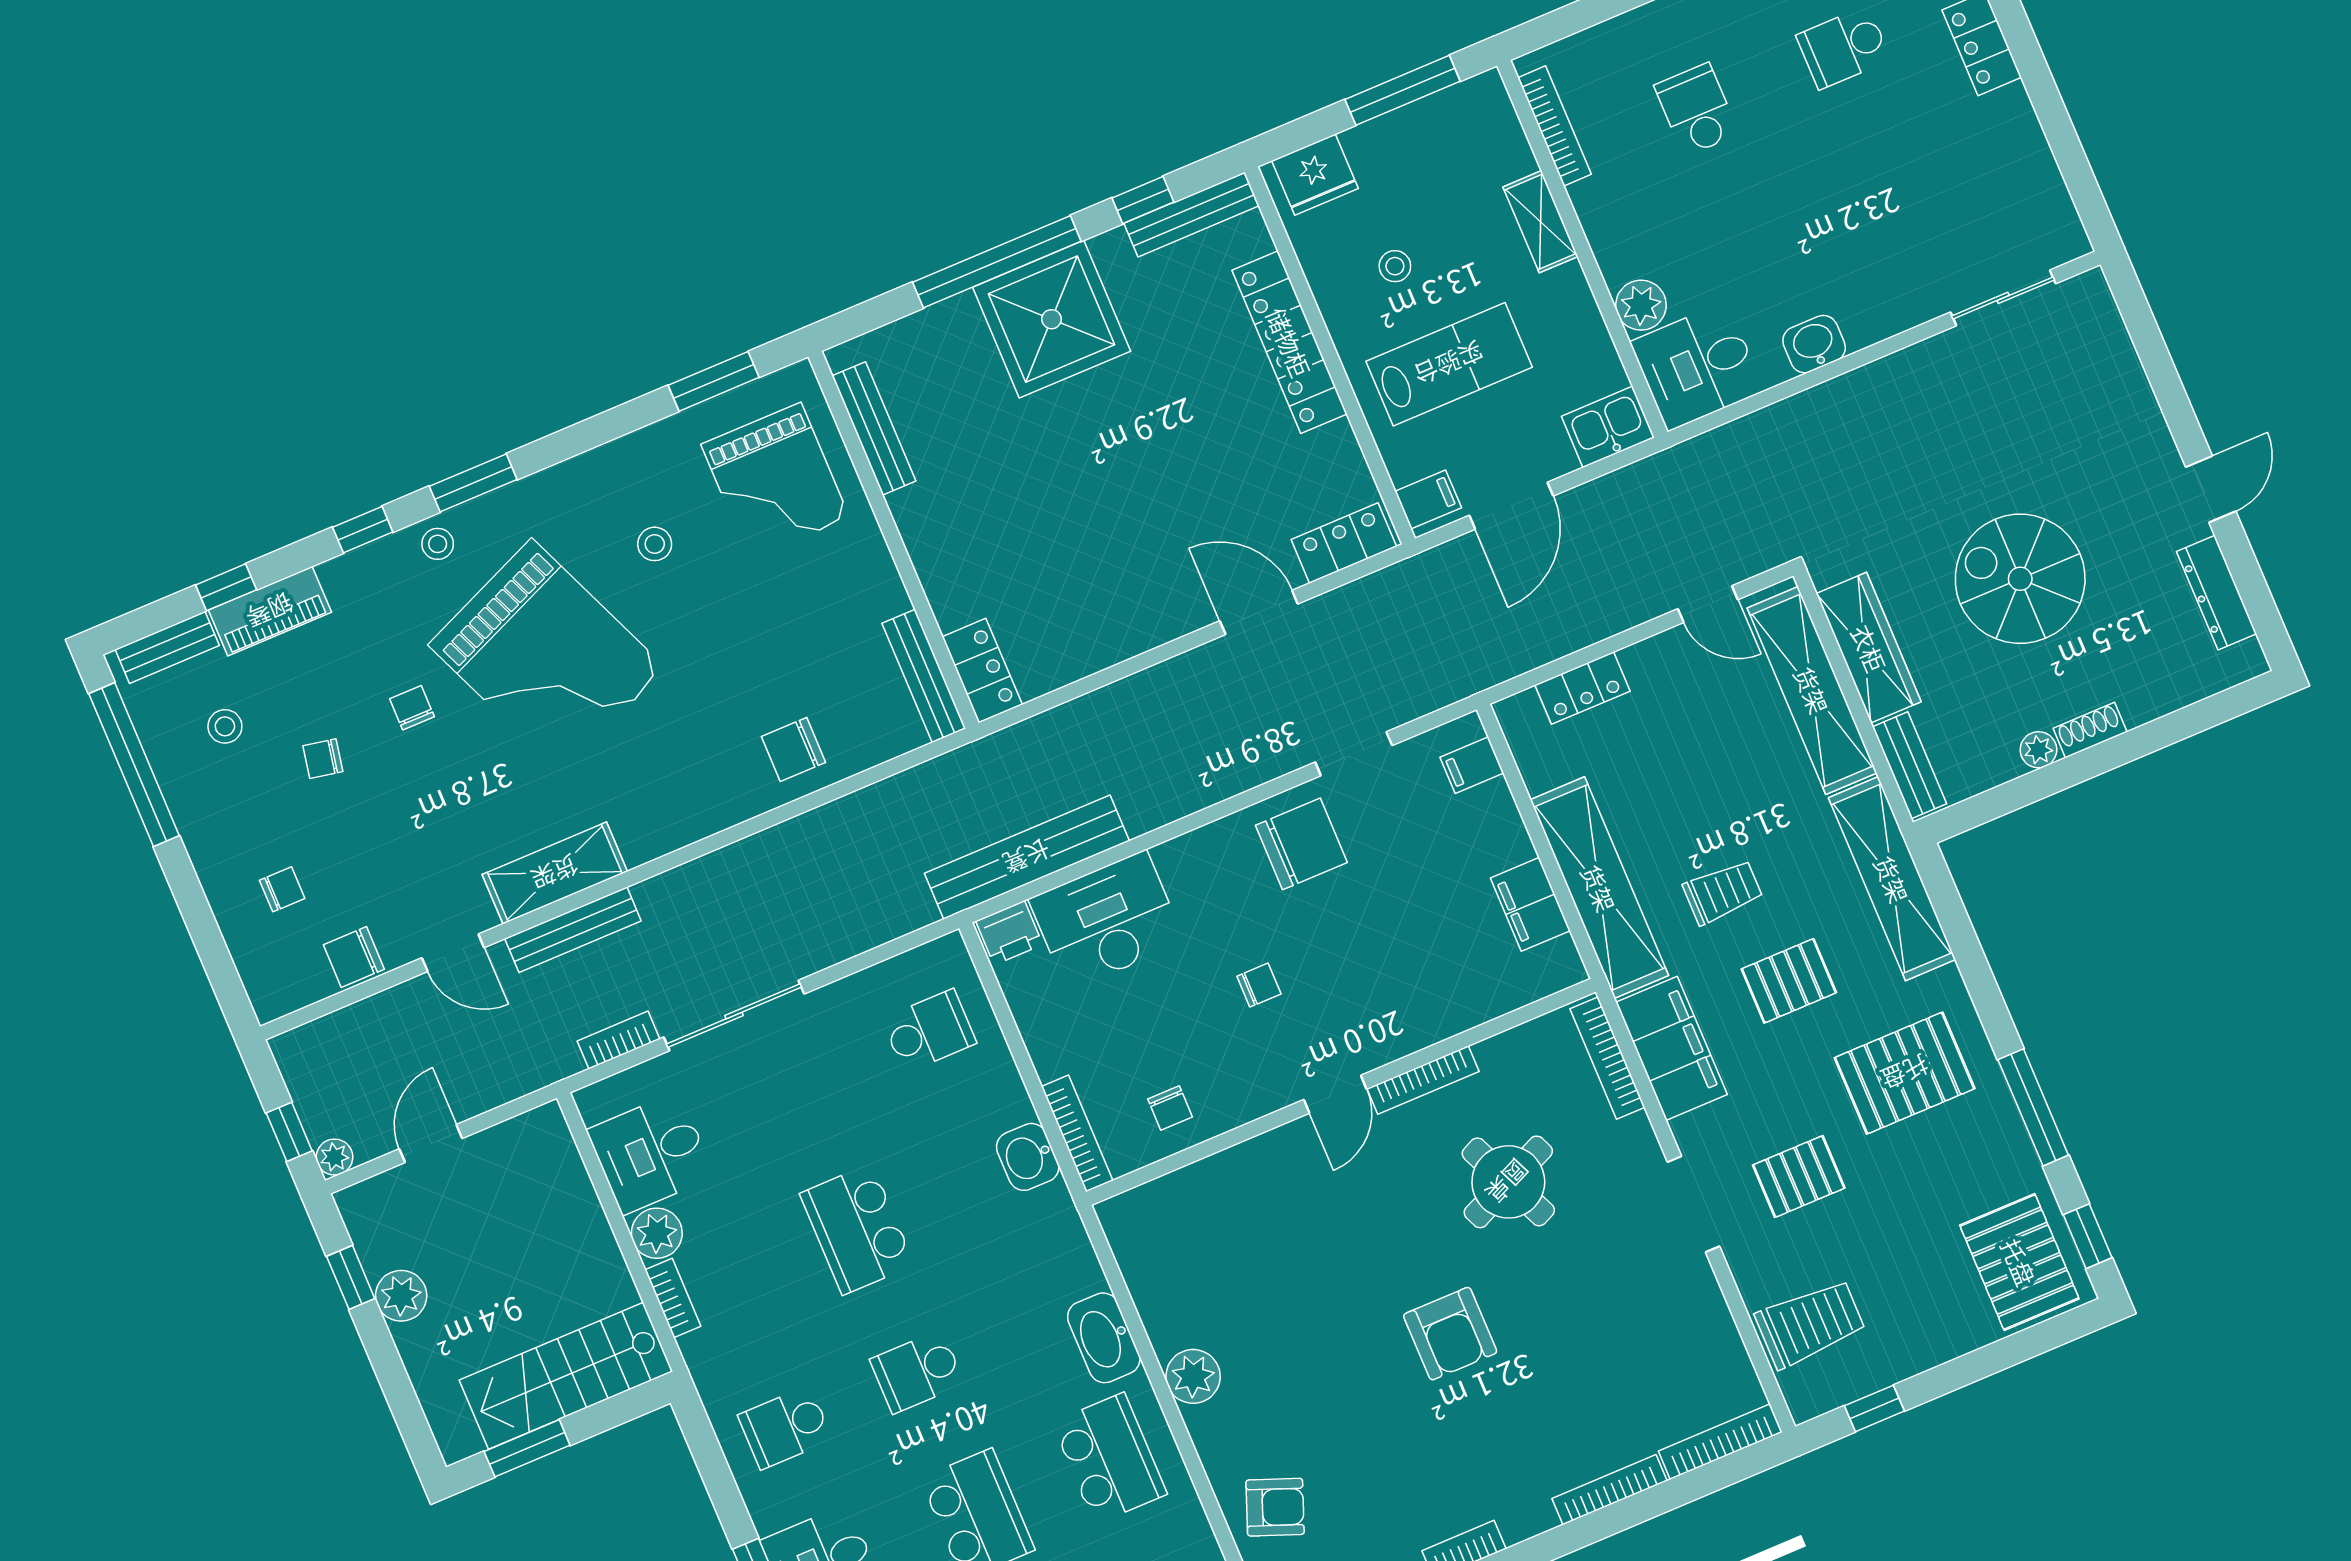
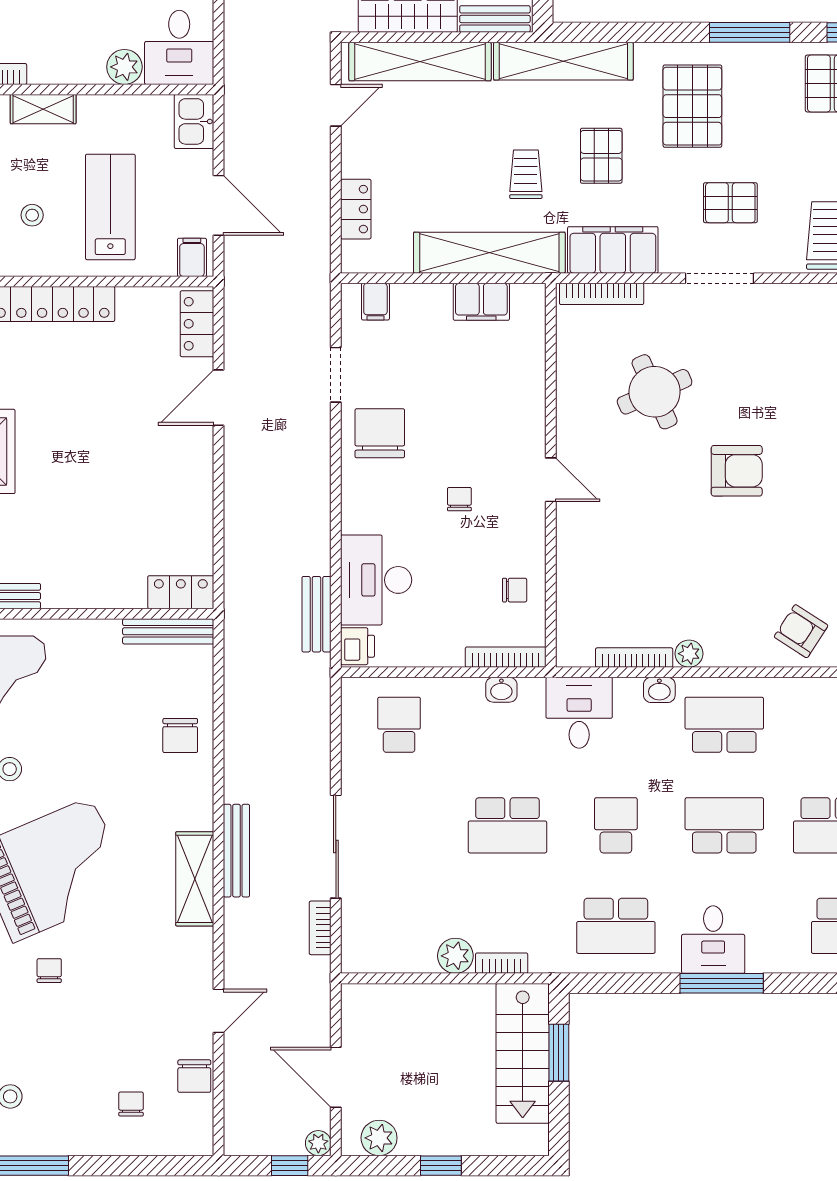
chair: (412, 708) -> (49, 971), turned 90
chair: (323, 759) -> (58, 1042), removed
bench: (1027, 857) -> (316, 614), width x0.54, depth x0.82
shelving: (555, 873) -> (195, 879), moved
bench: (573, 930) -> (236, 851), moved
bookcase: (1423, 1080) -> (634, 658), moved, turned -90
door: (431, 1144) -> (336, 1077), width x1.38
desk: (651, 1153) -> (579, 713), moved, turned 180
washbasin: (1028, 1157) -> (501, 690), width x0.72, depth x0.69
pallet: (1799, 1177) -> (730, 203), turned 90
window: (351, 1277) -> (441, 1166), moved
plant: (401, 1296) -> (379, 1138), moved
washbasin: (1104, 1338) -> (659, 690), width x0.52, depth x0.69
school desk: (917, 1372) -> (616, 825), turned 180
plant: (1193, 1376) -> (689, 654), width x0.73, depth x0.73
school desk: (785, 1427) -> (616, 926), width x1.85
window: (527, 1448) -> (559, 1053), moved
armchair: (1275, 1507) -> (801, 631), turned -78

